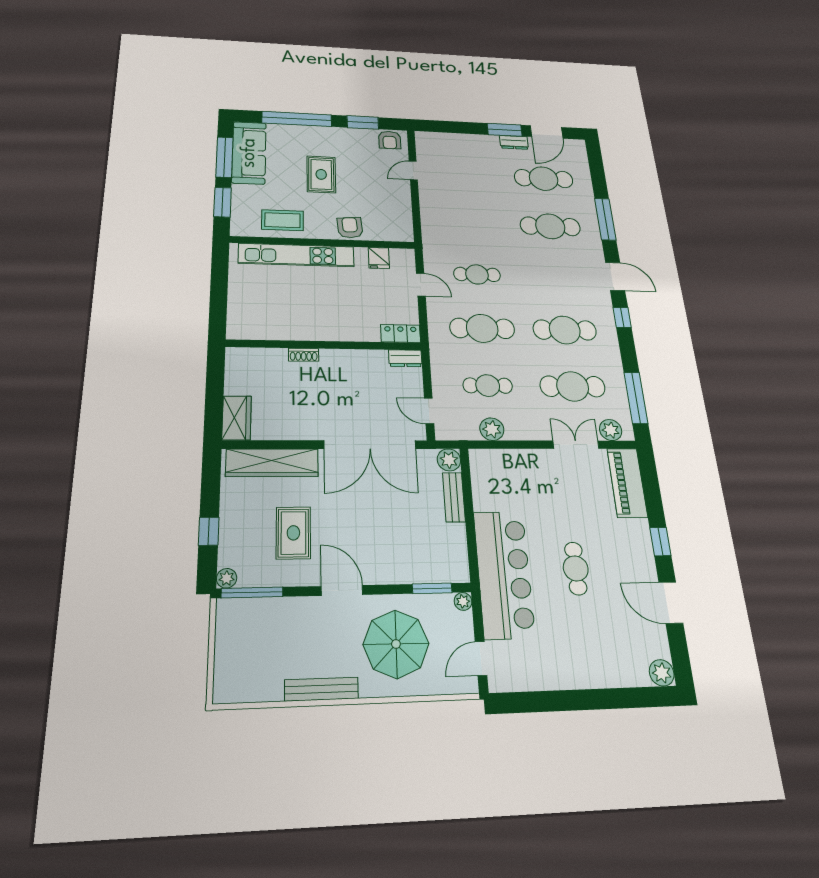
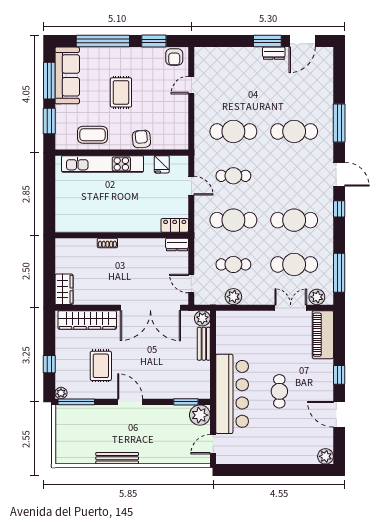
cafe table: (544, 179) -> (233, 131), moved
plant: (463, 601) -> (200, 415), width x1.88, depth x1.88
parasol: (396, 644) -> (162, 434), removed

